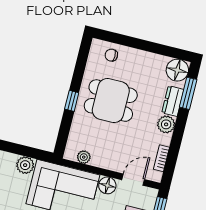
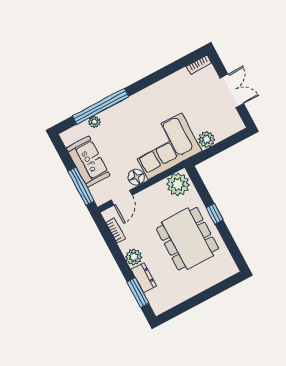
chair: (111, 55) -> (216, 271), removed
floor lamp: (177, 70) -> (160, 302), removed
dining table: (111, 101) -> (188, 239), width x1.38
plant: (84, 157) -> (178, 184), width x1.88, depth x1.88

